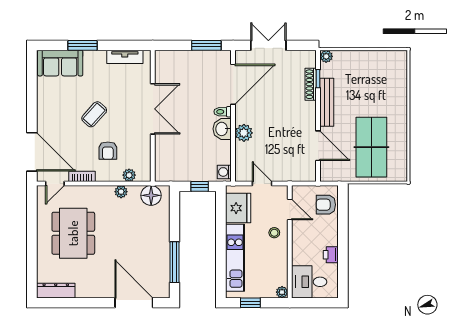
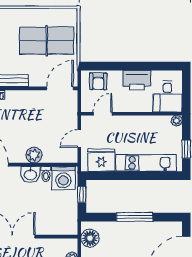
toilet: (223, 112) -> (46, 174), moved
door: (318, 146) -> (60, 88), moved
washing machine: (224, 172) -> (63, 178), width x1.89, depth x1.89
stool: (274, 233) -> (123, 128), removed
printer: (331, 255) -> (137, 80), width x1.87, depth x1.48
window: (175, 262) -> (135, 217), moved

